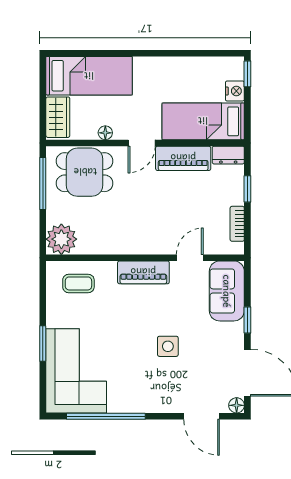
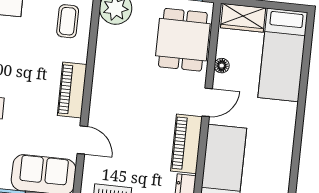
door: (142, 143) -> (207, 102), swing flipped

